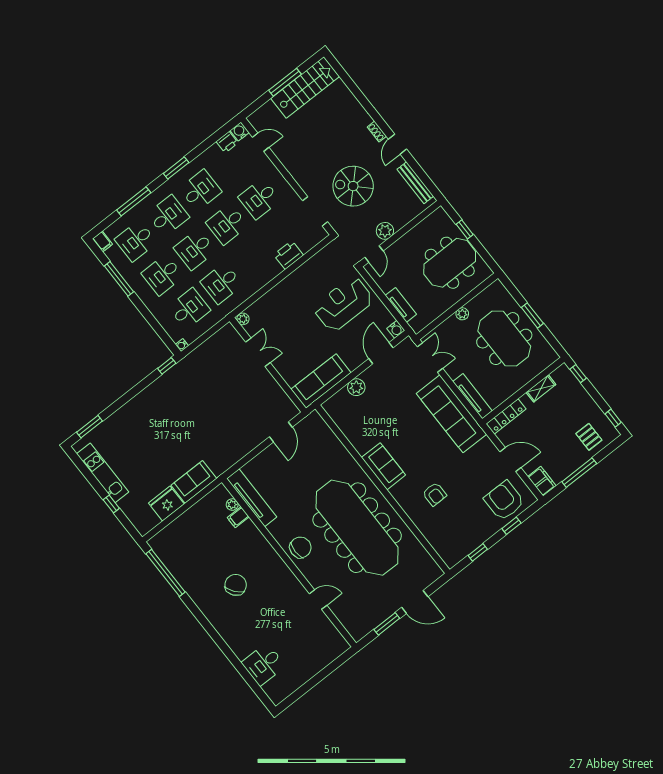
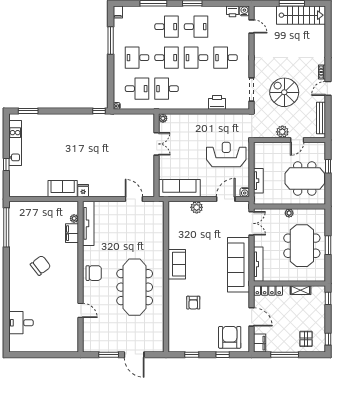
desk: (136, 241) -> (137, 27), removed
desk: (195, 249) -> (167, 58), turned 180
door: (374, 254) -> (297, 140), moved
door: (281, 432) -> (134, 199), swing flipped
fridge: (166, 504) -> (83, 191), moved, width x0.53, depth x0.75
filing cabinet: (238, 517) -> (72, 233), width x2.00
meeting table: (357, 528) -> (135, 287), width x0.73, depth x0.79

